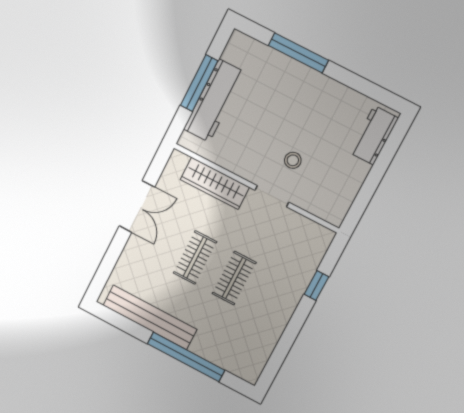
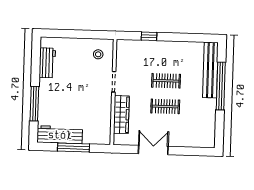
workbench: (214, 101) -> (60, 135), moved
workbench: (374, 135) -> (47, 63), moved, turned -90
stool: (293, 160) -> (98, 54), moved
bench: (150, 317) -> (210, 70), moved

